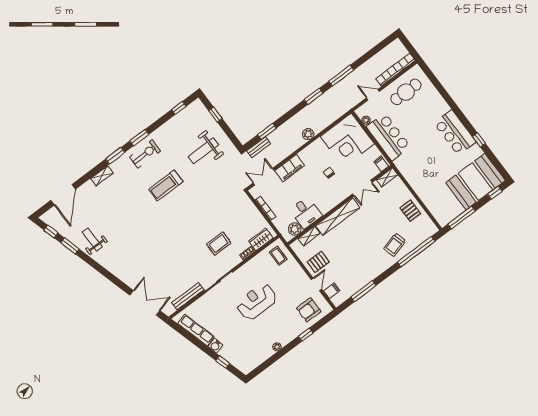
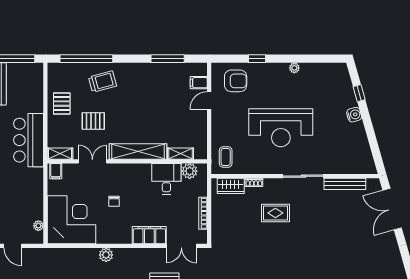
bar counter: (388, 137) -> (29, 140), moved
pallet: (318, 262) -> (93, 121), moved
reception desk: (257, 302) -> (281, 128), width x1.36, depth x1.30
row of seats: (196, 330) -> (362, 144), removed

